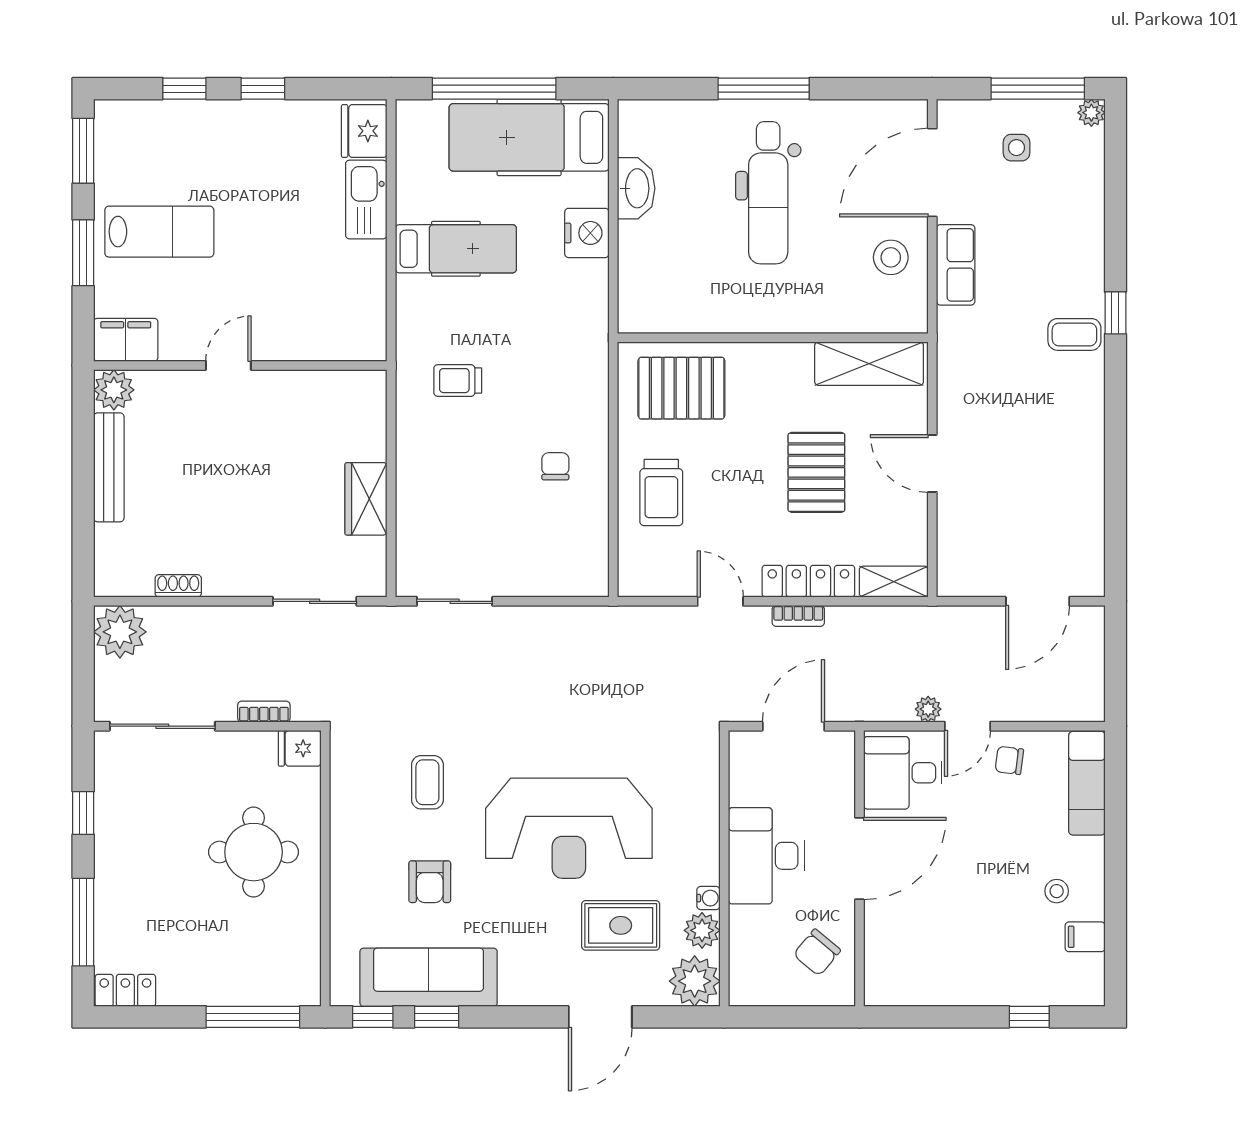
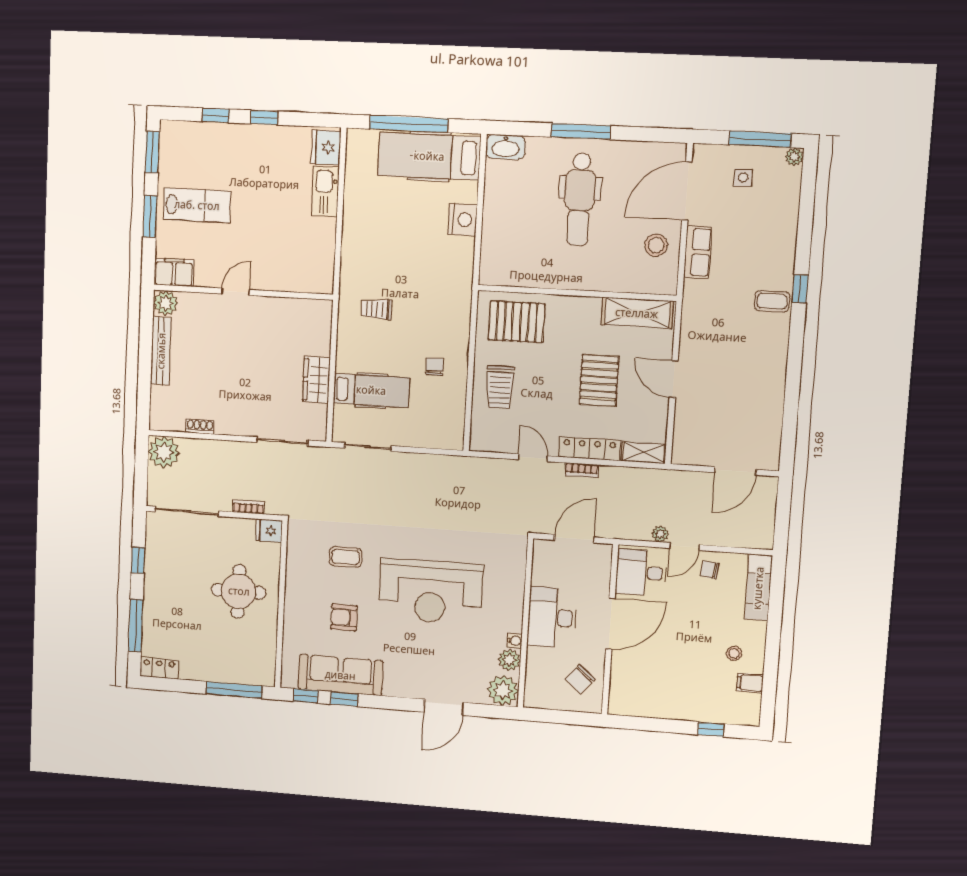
washbasin: (636, 188) -> (505, 147), moved, turned 90
hospital bed: (456, 249) -> (371, 390), moved
coffee table: (427, 782) -> (346, 557), turned 90
armchair: (430, 882) -> (344, 617), turned 90
rug: (621, 925) -> (459, 653), removed

